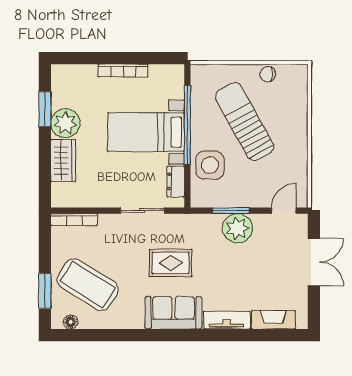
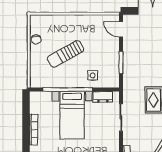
sun lounger: (244, 122) -> (66, 54), width x0.73, depth x0.75
side table: (210, 165) -> (93, 75), width x0.54, depth x0.54
plant: (237, 228) -> (132, 58), removed

